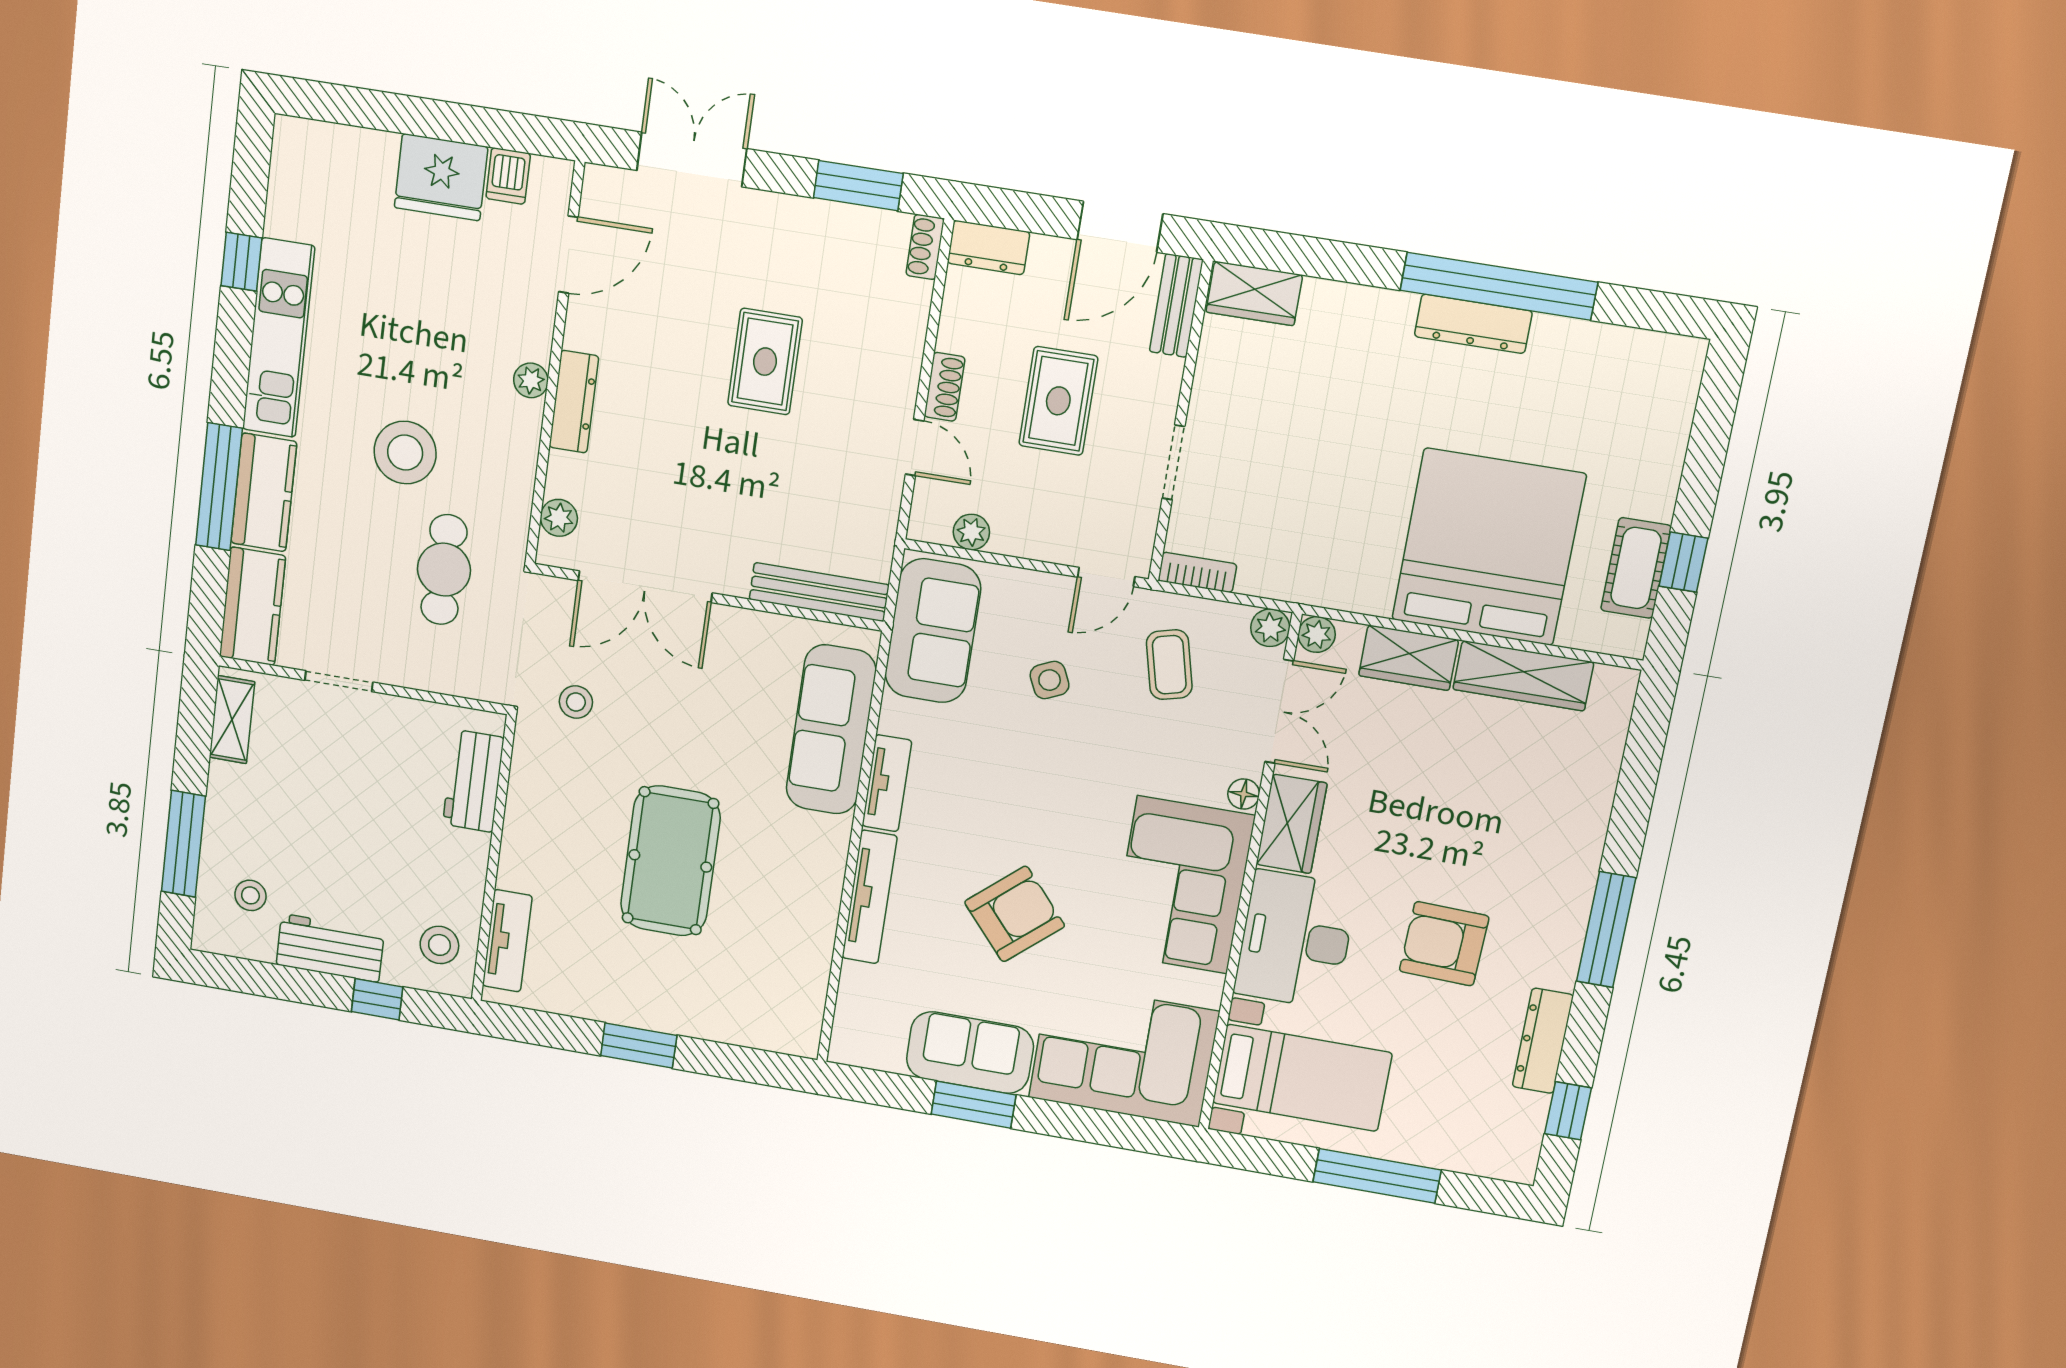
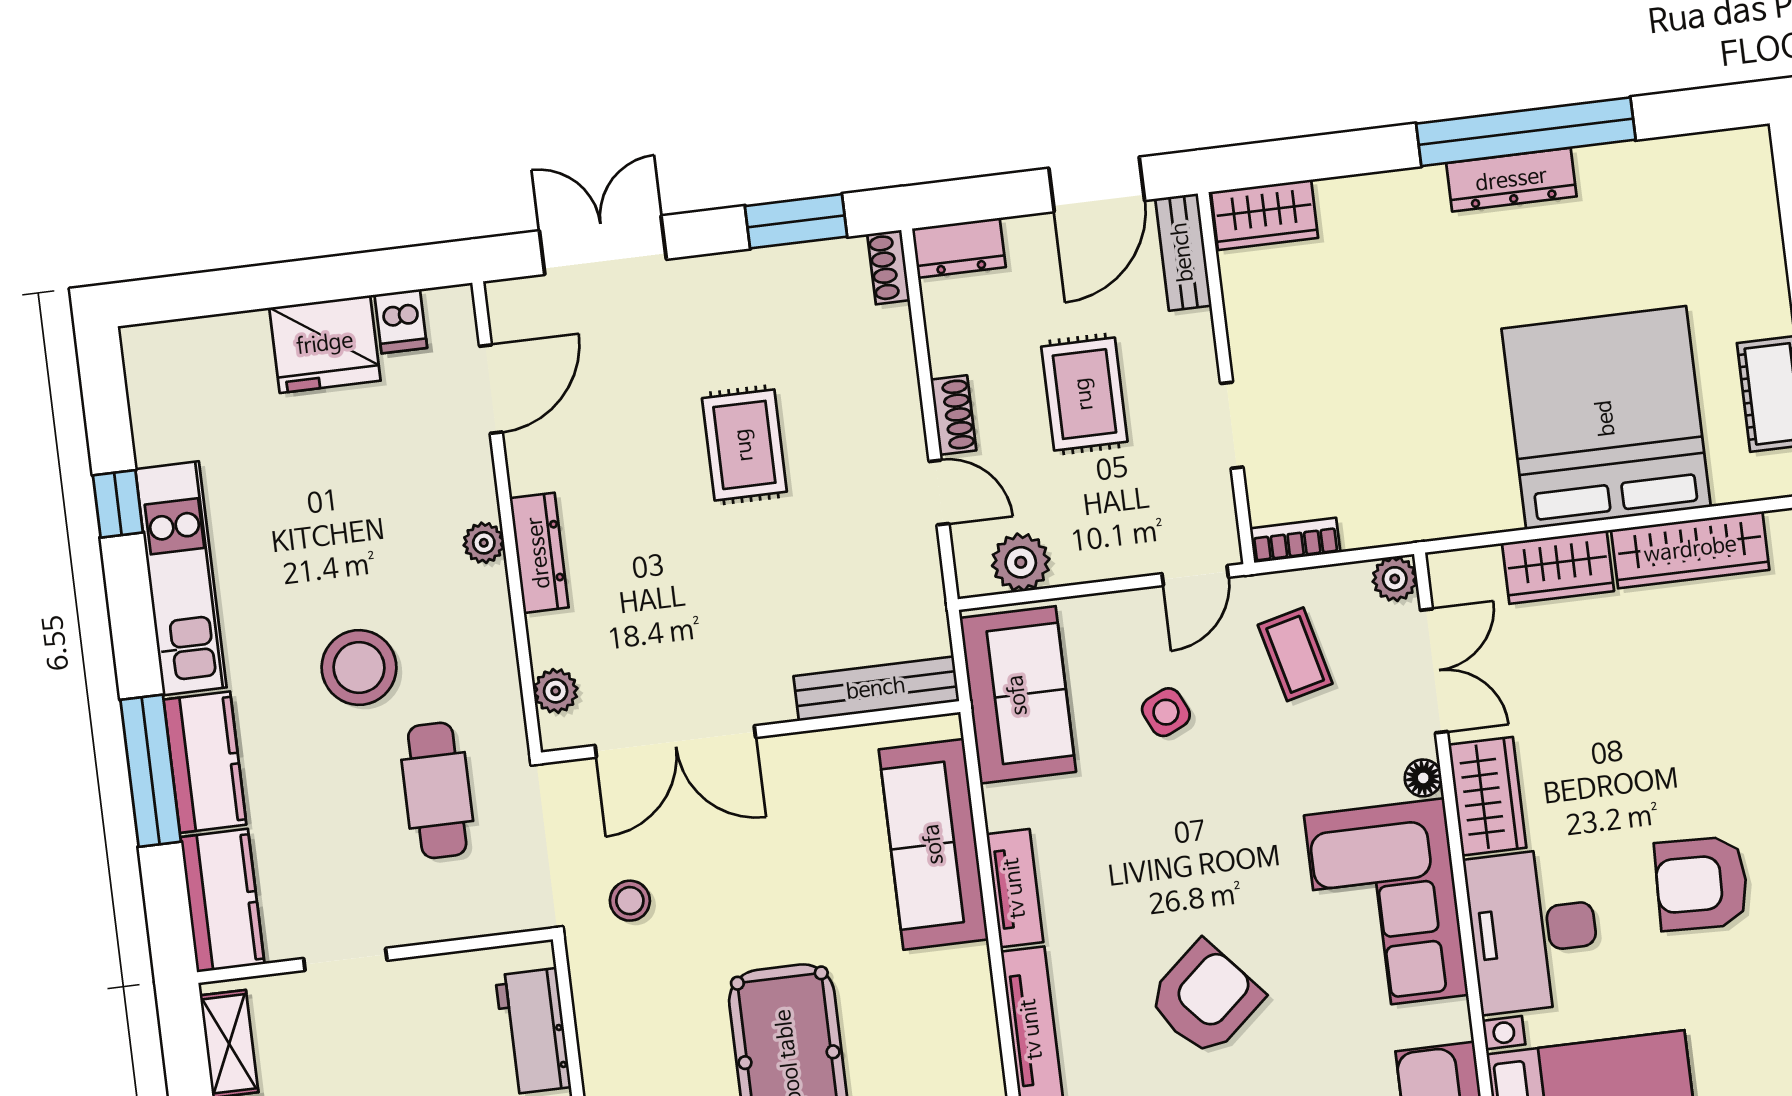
plant: (971, 532) -> (1021, 562), width x1.38, depth x1.38
plant: (1317, 634) -> (1449, 571), removed

